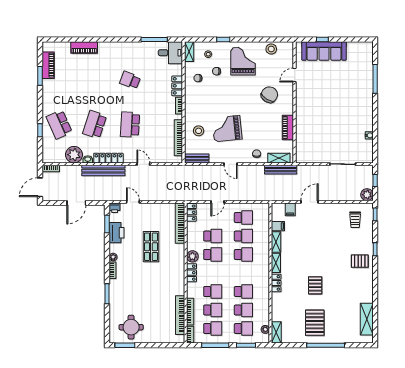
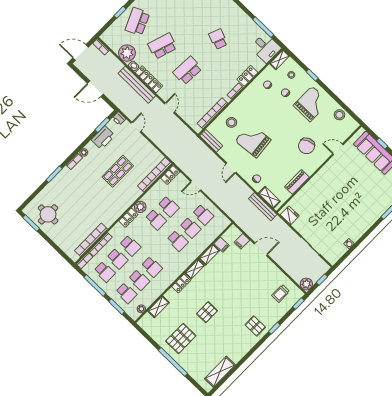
chair: (269, 95) -> (307, 146), turned 126
fridge: (306, 157) -> (290, 215), added
shelving: (276, 332) -> (158, 307), moved

